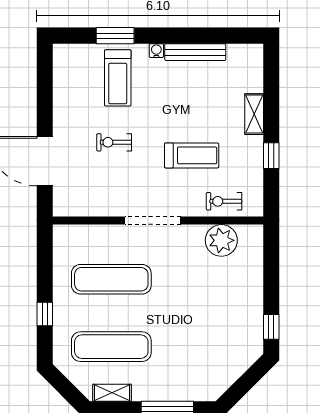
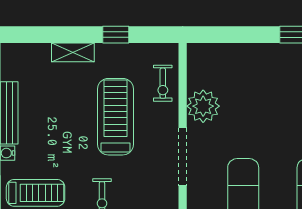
treadmill: (192, 155) -> (115, 117), width x1.37, depth x1.37
plant: (221, 240) -> (203, 106), moved

